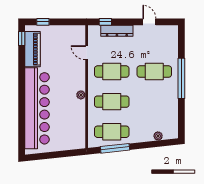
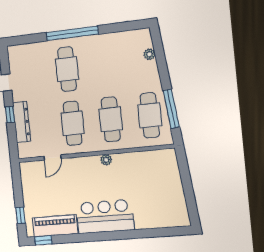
window: (105, 22) -> (10, 115), moved
bar counter: (37, 108) -> (105, 216), width x0.54

